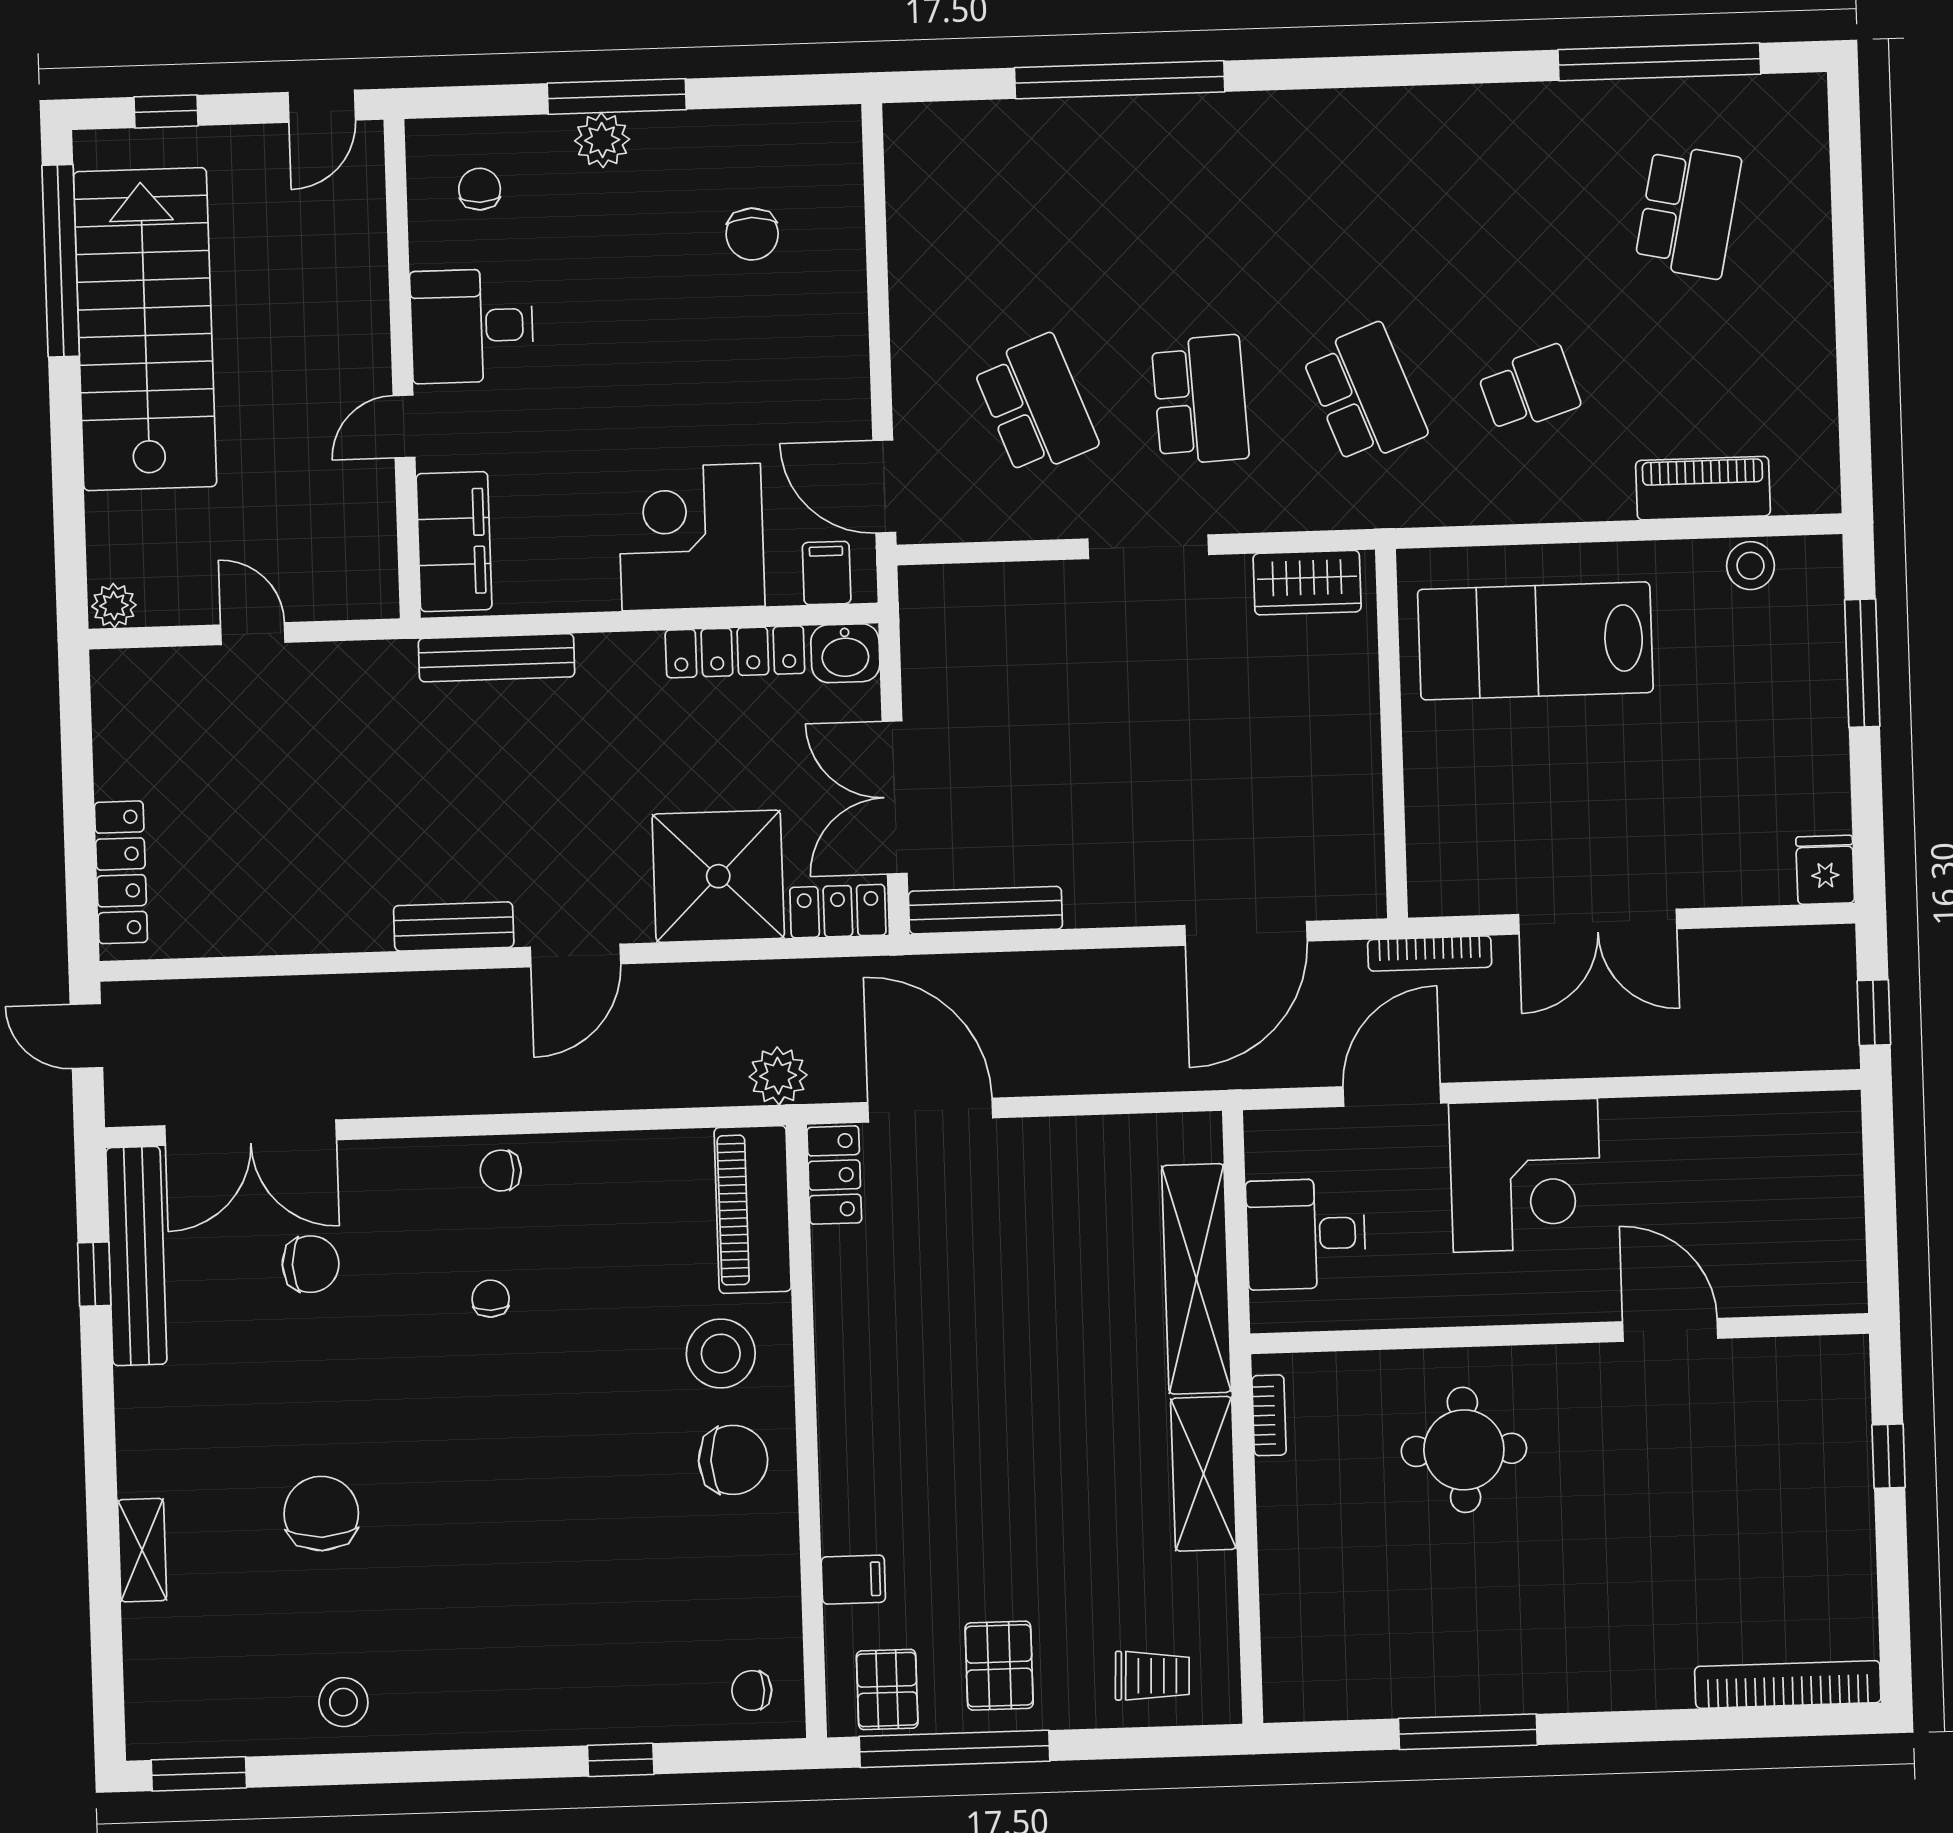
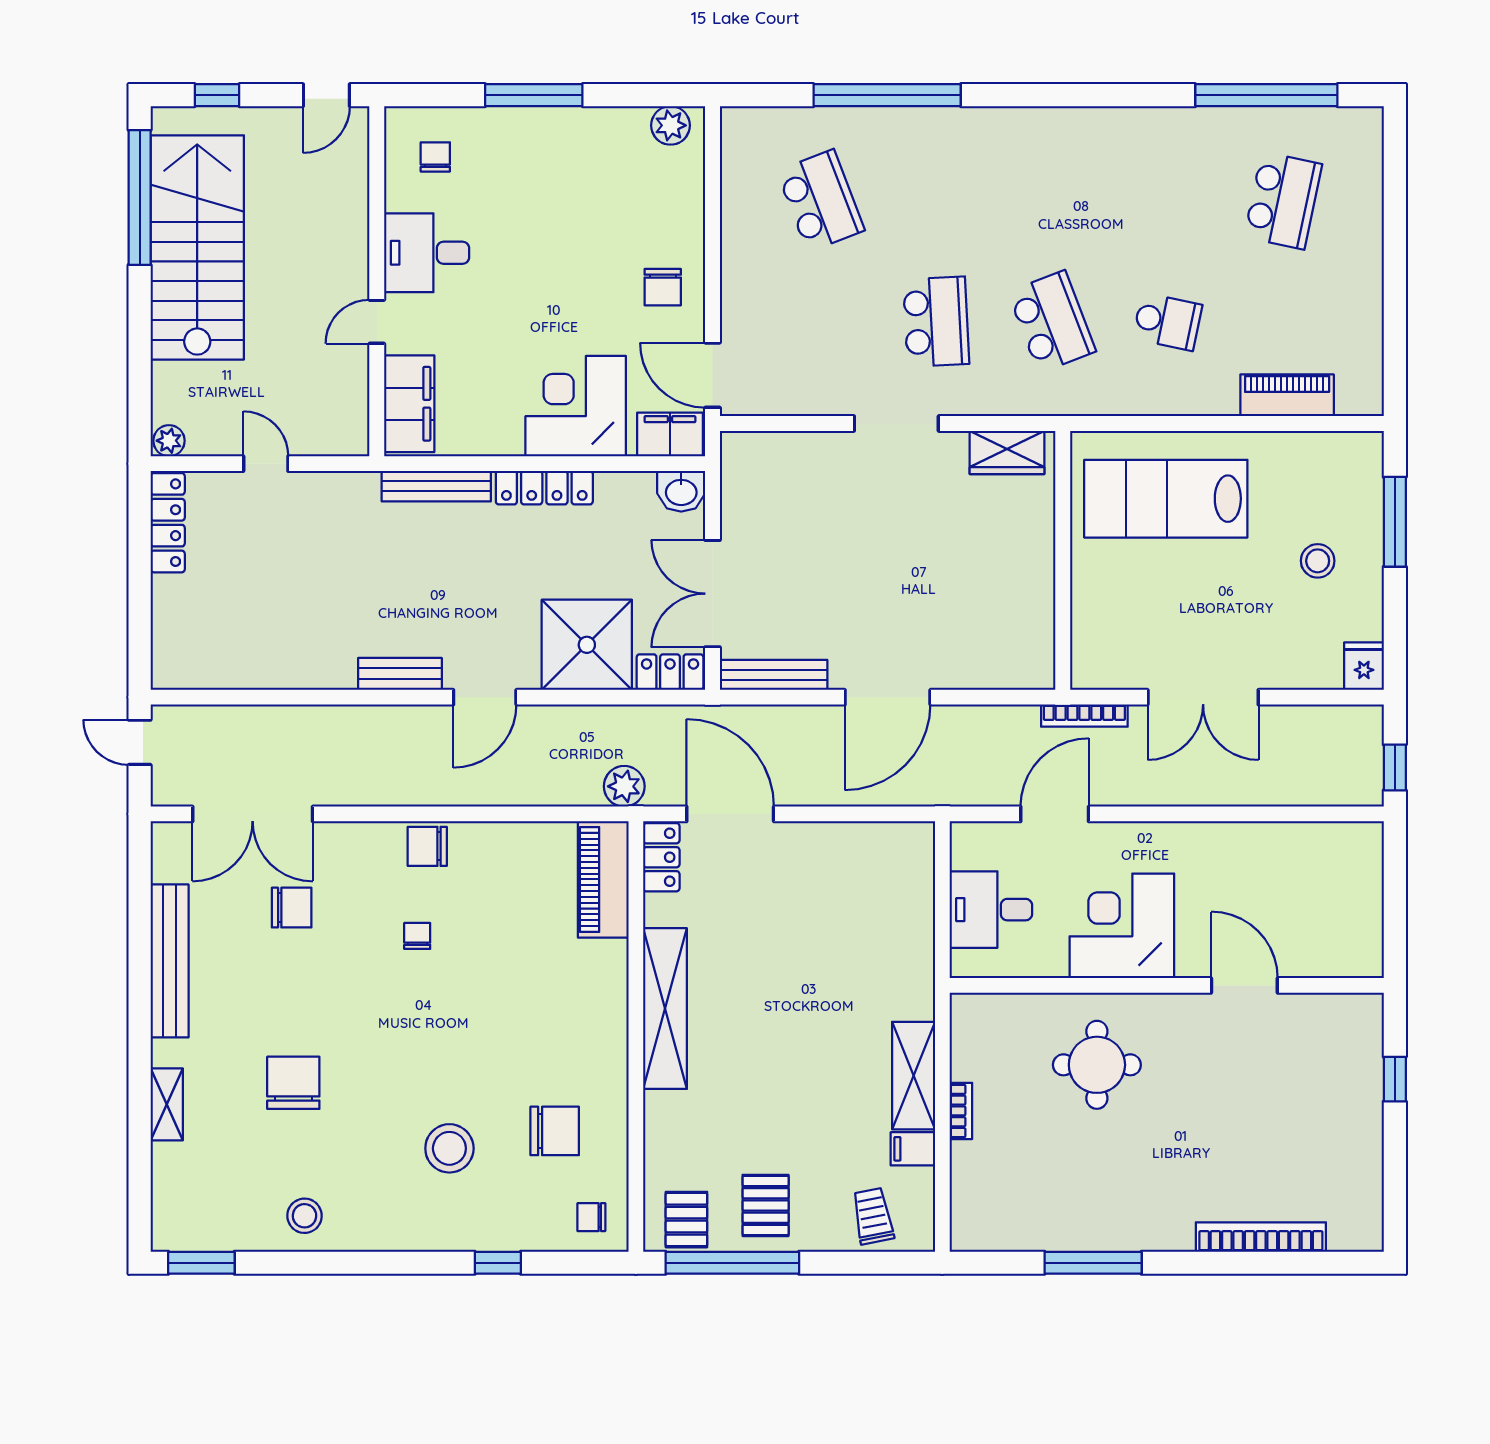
plant: (602, 140) -> (670, 125), moved
chair: (752, 234) -> (663, 287), moved
school desk: (1529, 389) -> (1167, 322), turned 30
school desk: (1036, 405) -> (821, 201), moved
stool: (1750, 566) -> (1318, 561), moved
filing cabinet: (827, 573) -> (670, 434), width x2.00
locker: (735, 652) -> (544, 488), moved
locker: (121, 872) -> (168, 523), moved
door: (1246, 933) -> (888, 697), moved
chair: (501, 1171) -> (427, 846), width x1.37, depth x1.37
corner desk: (1525, 1175) -> (1122, 926), moved, turned 180
bench: (136, 1256) -> (170, 961), moved
window: (94, 1274) -> (140, 910), removed
shelving: (1196, 1279) -> (665, 1009), moved
stool: (721, 1354) -> (449, 1148), moved
bookcase: (1269, 1415) -> (961, 1111), moved
chair: (733, 1460) -> (555, 1131), moved
filing cabinet: (853, 1580) -> (913, 1149), moved, turned 180
trolley: (1152, 1676) -> (873, 1216), turned -103
bookcase: (1788, 1684) -> (1261, 1237), moved

